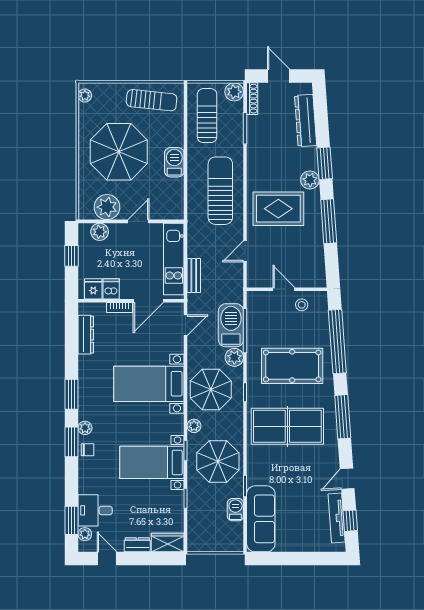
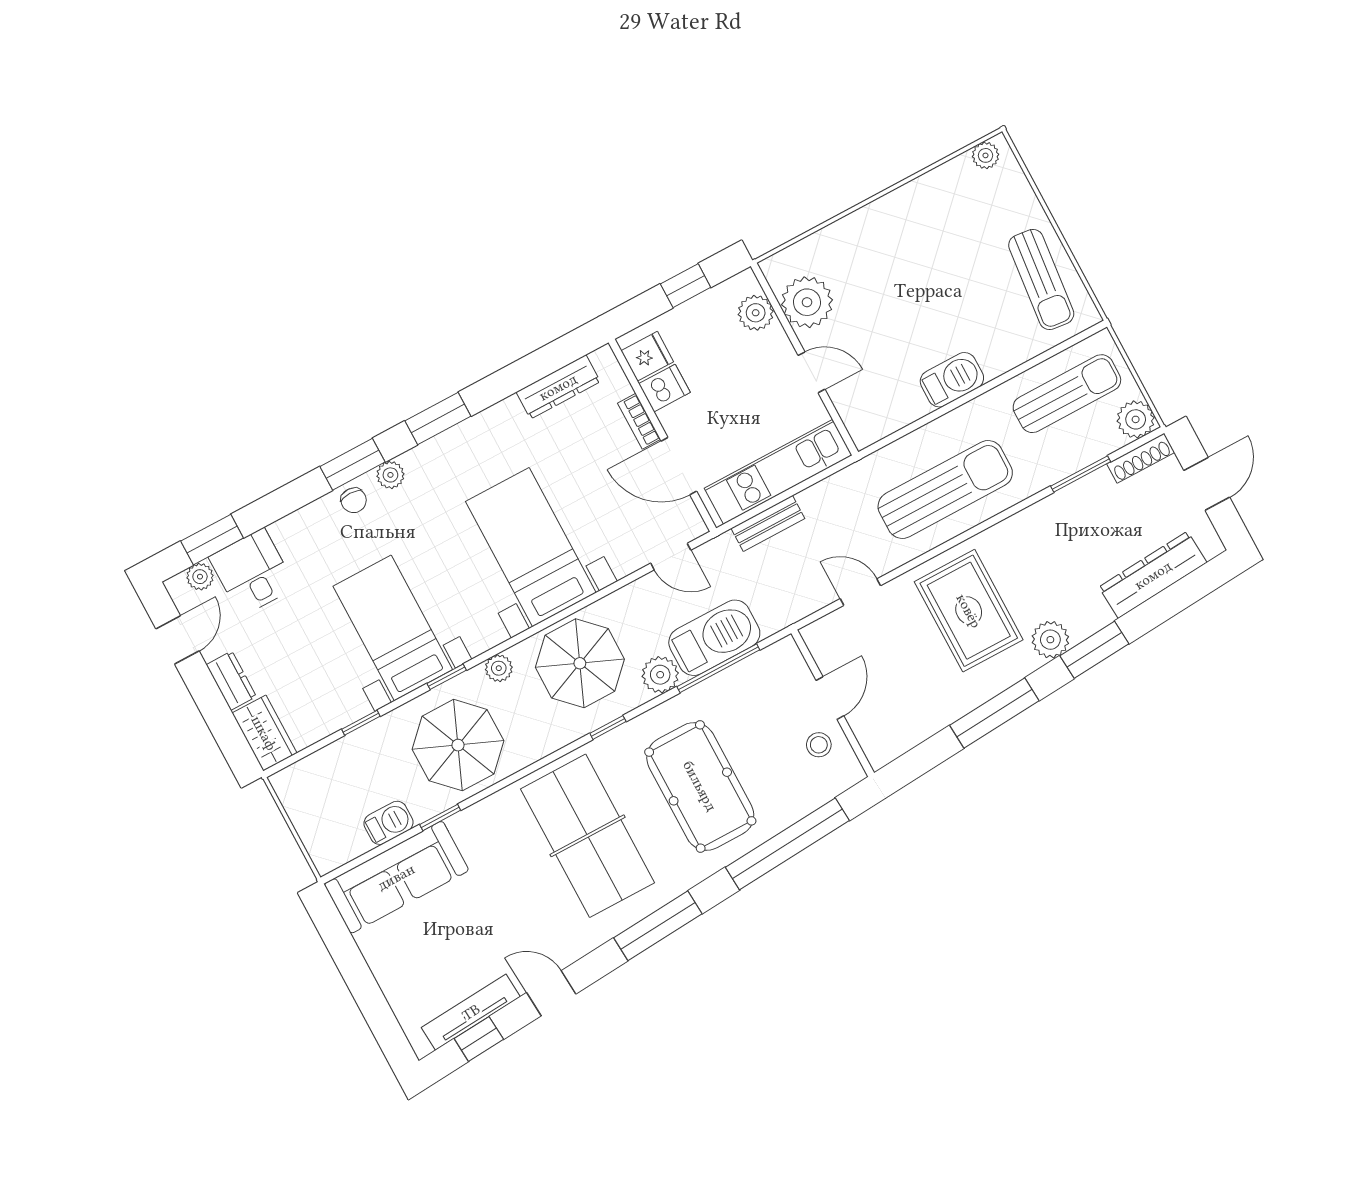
parasol: (119, 152) -> (917, 270), removed

